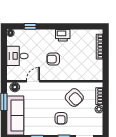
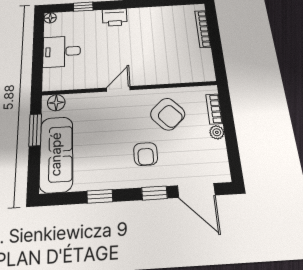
printer: (63, 35) -> (115, 17), moved
armchair: (53, 59) -> (124, 53), removed
door: (33, 81) -> (118, 89), moved

